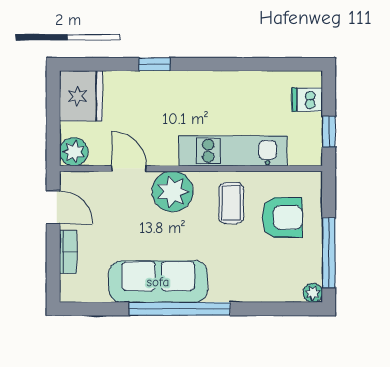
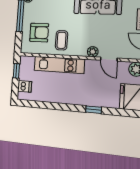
plant: (173, 192) -> (93, 52), width x0.53, depth x0.53
armchair: (282, 217) -> (39, 33), turned 180

